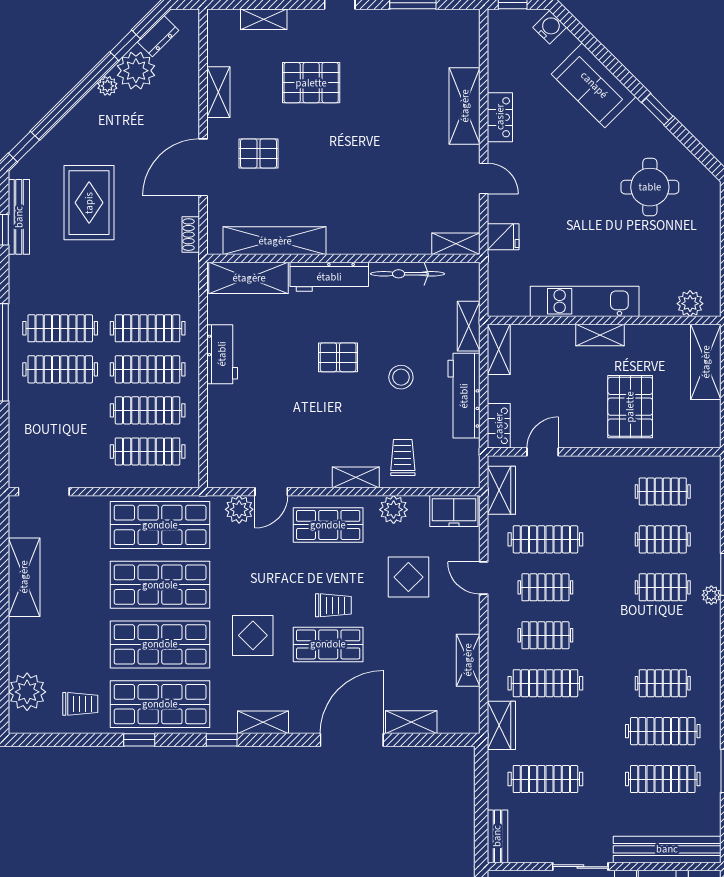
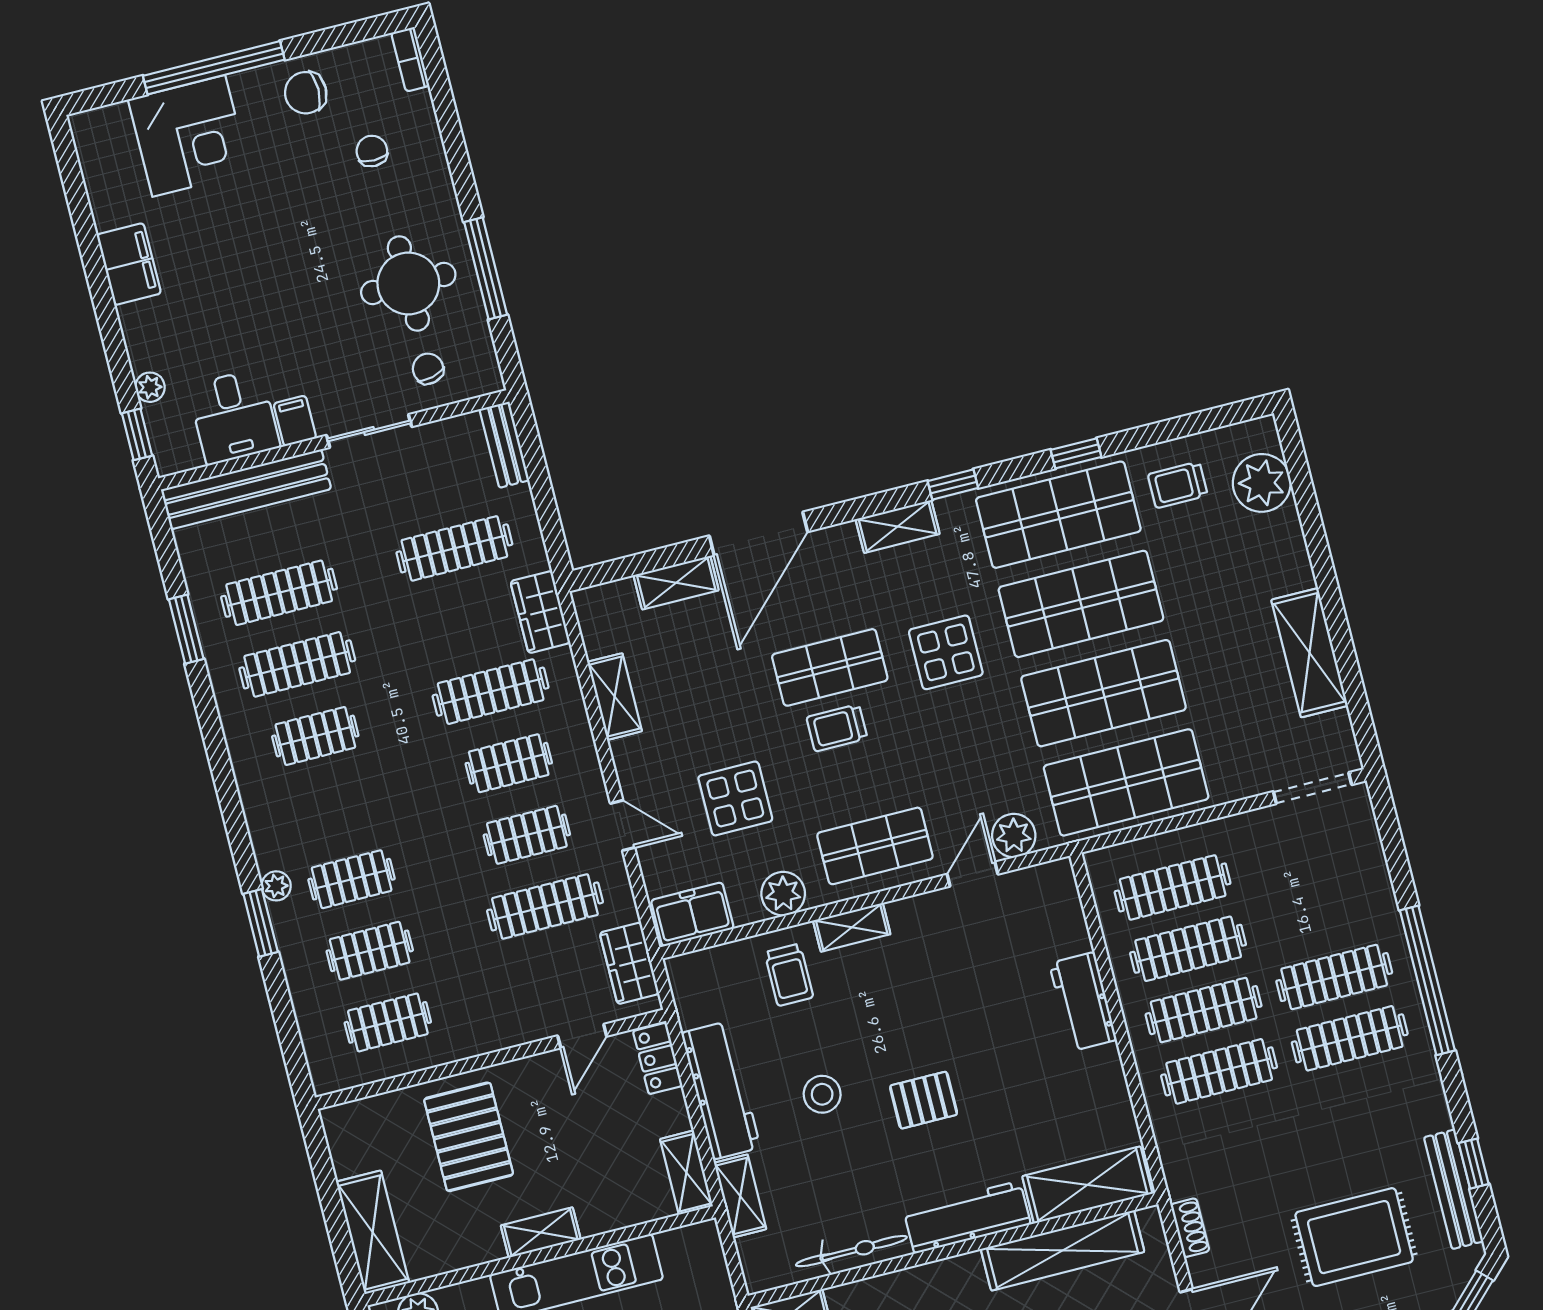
rug: (89, 203) -> (1354, 1237), turned 90
workbench: (222, 354) -> (1083, 1002), moved

